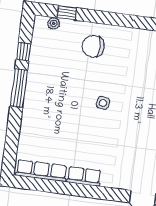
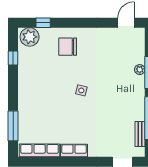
plant: (54, 23) -> (30, 37), width x1.88, depth x1.88
window: (19, 88) -> (13, 126), moved

